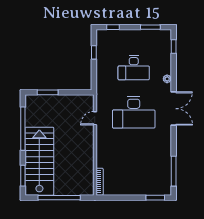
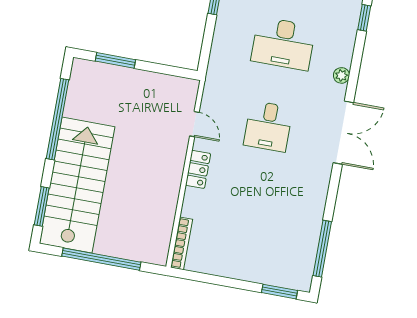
desk: (134, 112) -> (268, 126), width x0.53, depth x0.77
door: (95, 118) -> (194, 124), swing flipped
locker: (101, 142) -> (198, 169), added

